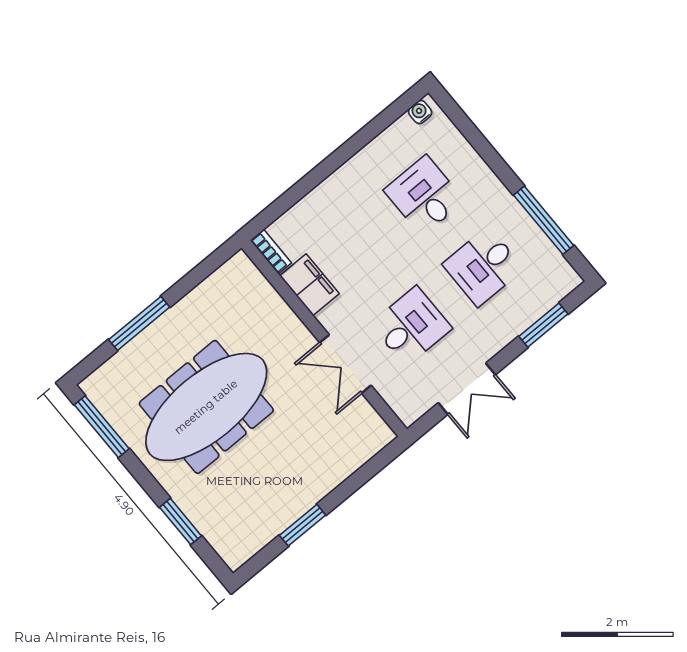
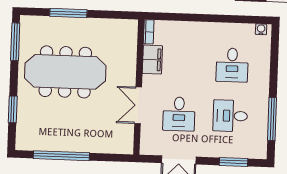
desk: (424, 195) -> (232, 65), turned 180
desk: (411, 326) -> (179, 114), turned 90
window: (303, 525) -> (61, 156), width x2.11

